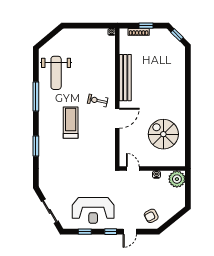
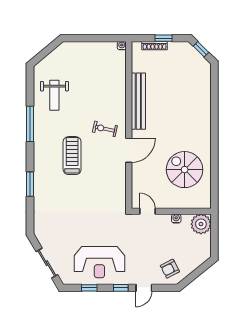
weight bench: (56, 73) -> (54, 95), width x0.73, depth x0.75

